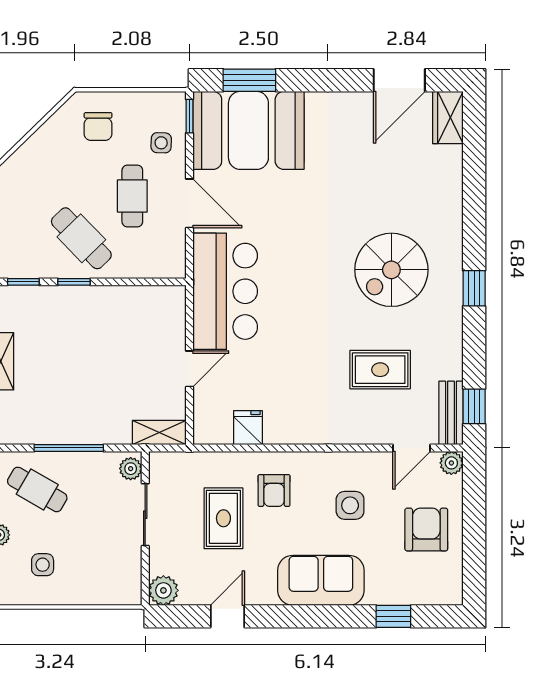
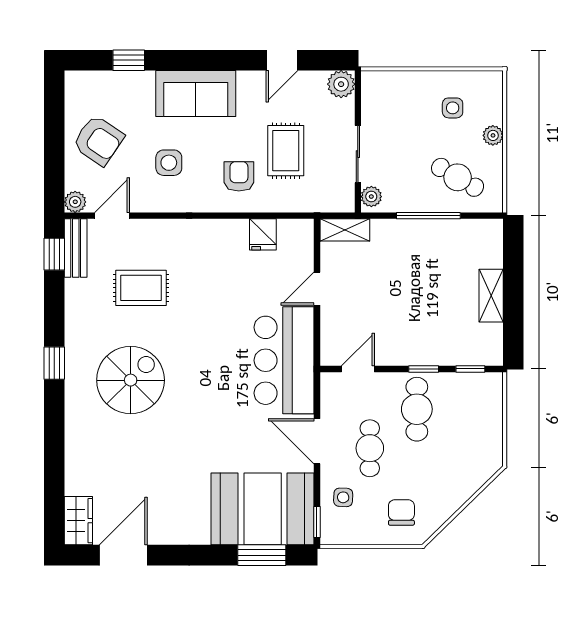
cafe table: (81, 238) -> (417, 409), turned 44
door: (145, 282) -> (358, 369), added
armchair: (426, 530) -> (98, 140), turned -56

